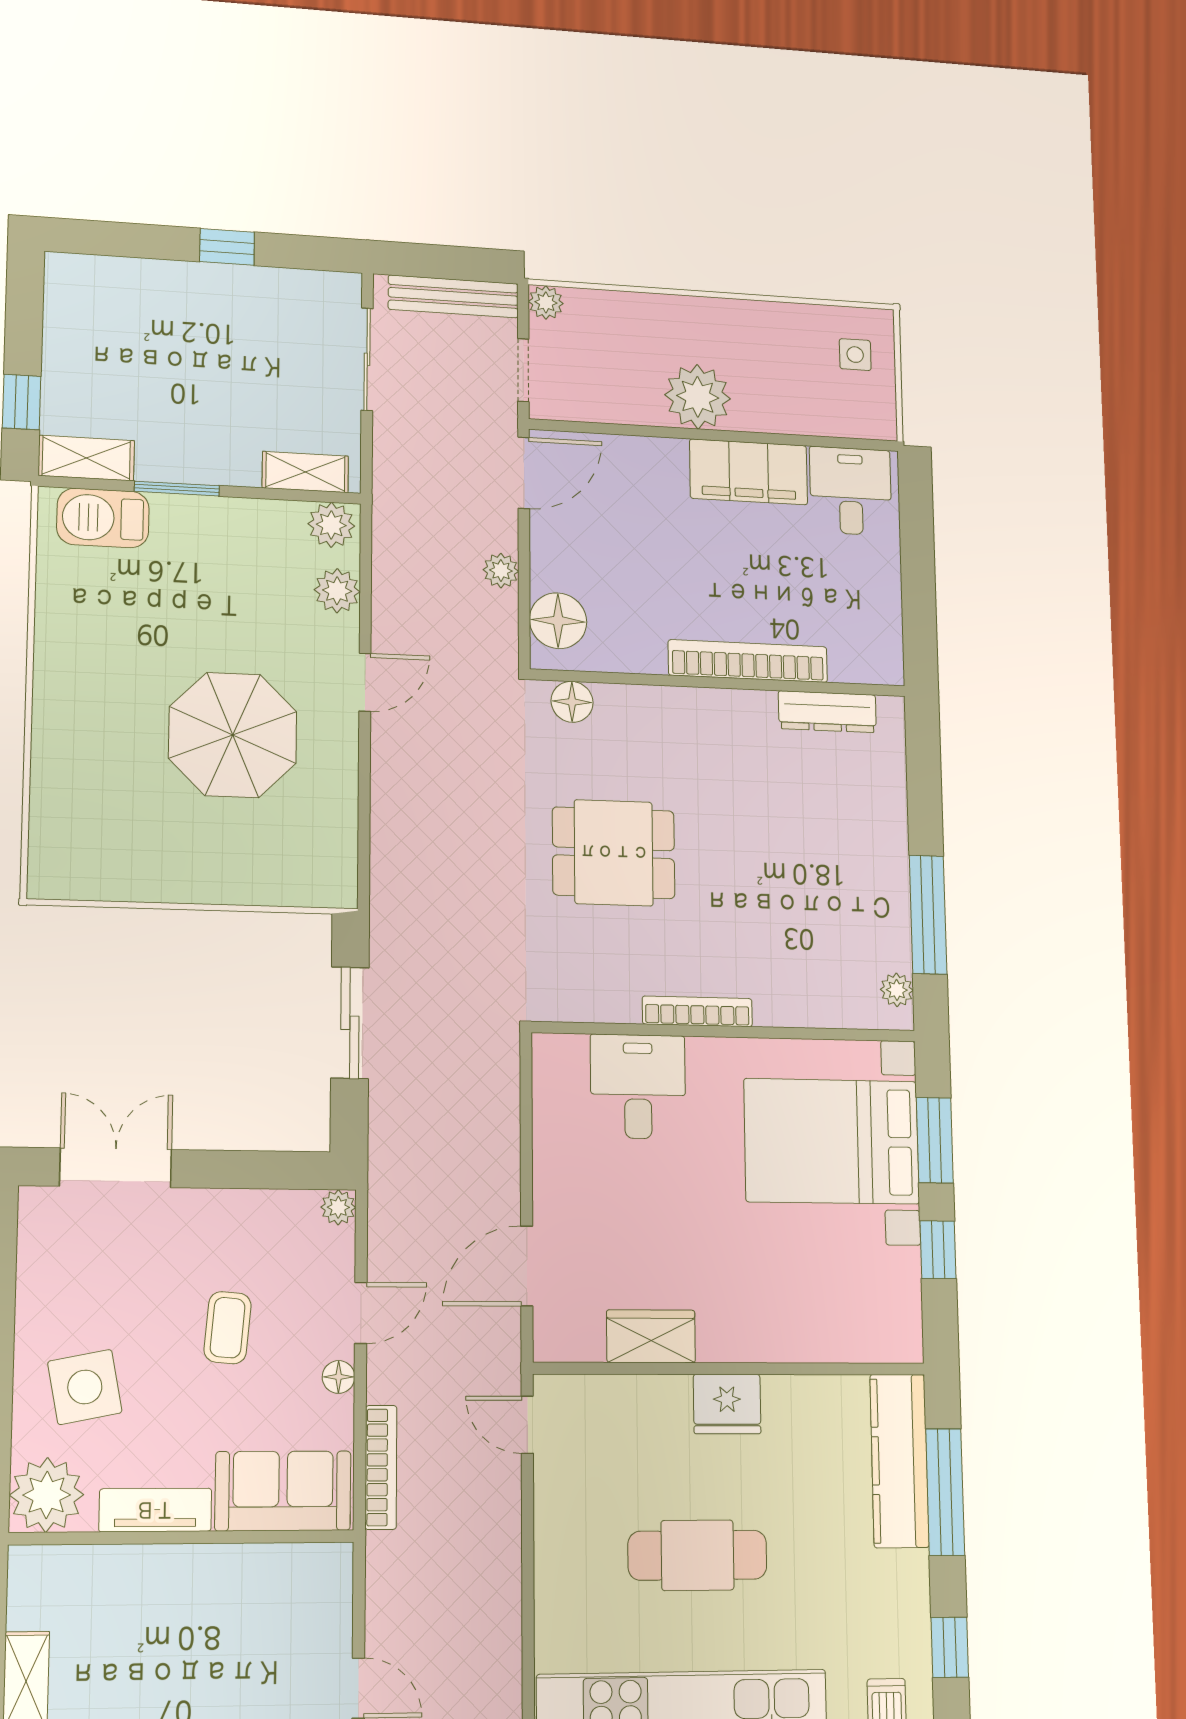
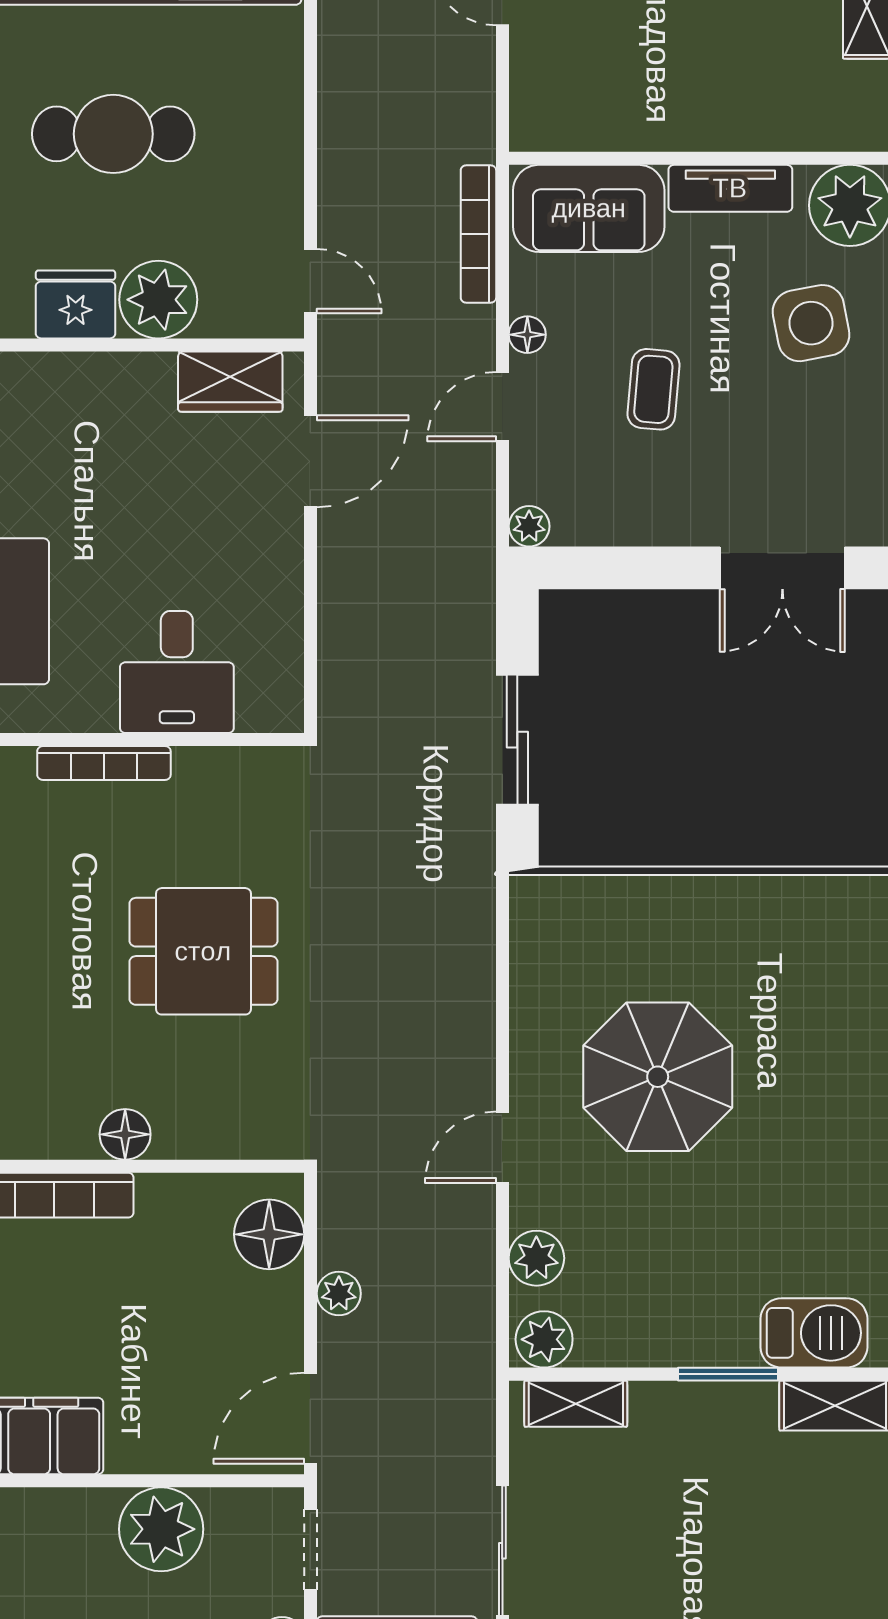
plant: (698, 397) -> (161, 1529), moved
floor lamp: (572, 702) -> (125, 1134), moved
wardrobe: (651, 1336) -> (230, 382), moved
plant: (657, 1408) -> (158, 300), added

